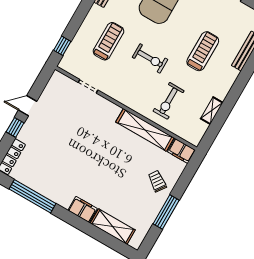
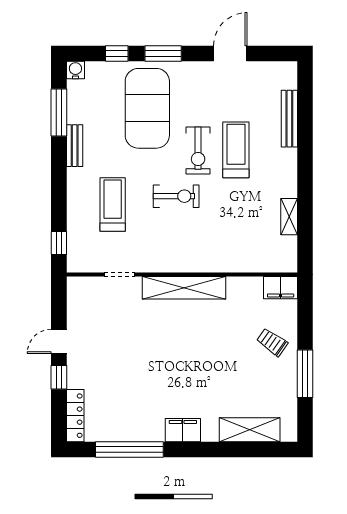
exercise bike: (169, 101) -> (198, 151), moved
shelving: (145, 130) -> (184, 288), moved
filing cabinet: (83, 209) -> (183, 430), moved

